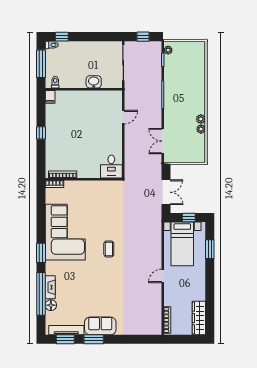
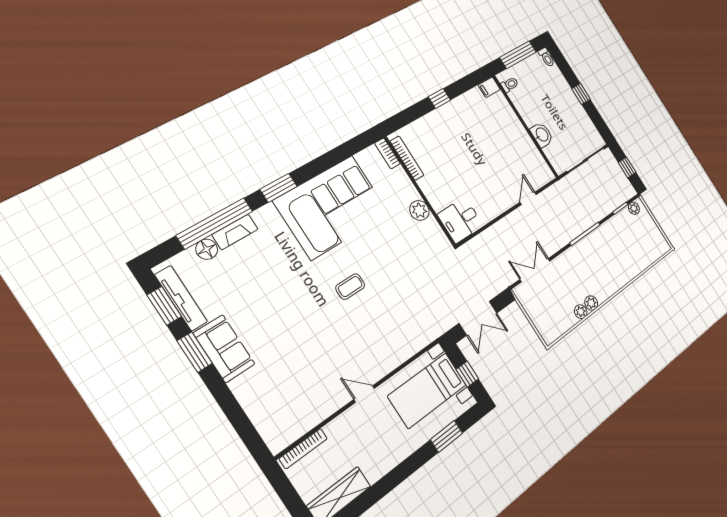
window: (62, 37) -> (581, 94), moved
door: (123, 117) -> (528, 198), swing flipped
plant: (93, 186) -> (419, 210), added

